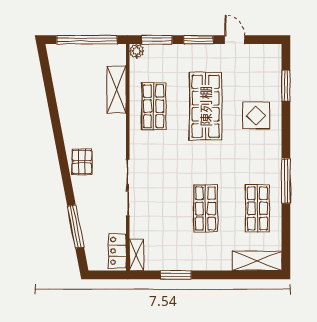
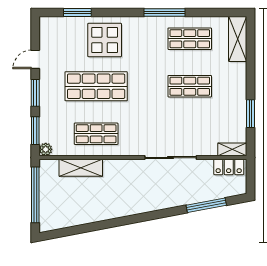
display table: (256, 115) -> (105, 40), width x1.36, depth x1.36
pallet: (82, 162) -> (147, 199), removed

